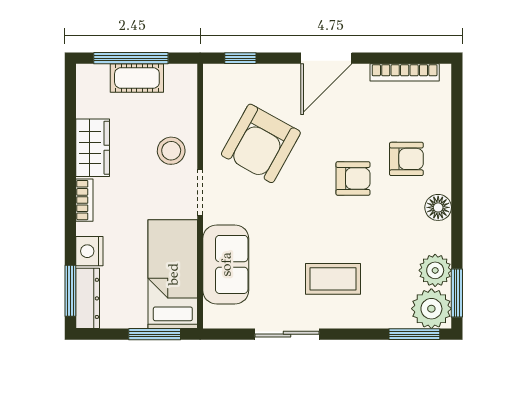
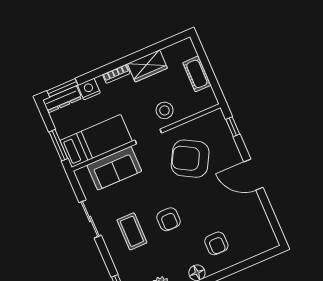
window: (131, 58) -> (206, 66), removed
bookcase: (405, 72) -> (264, 222), removed
armchair: (353, 178) -> (169, 219), moved

